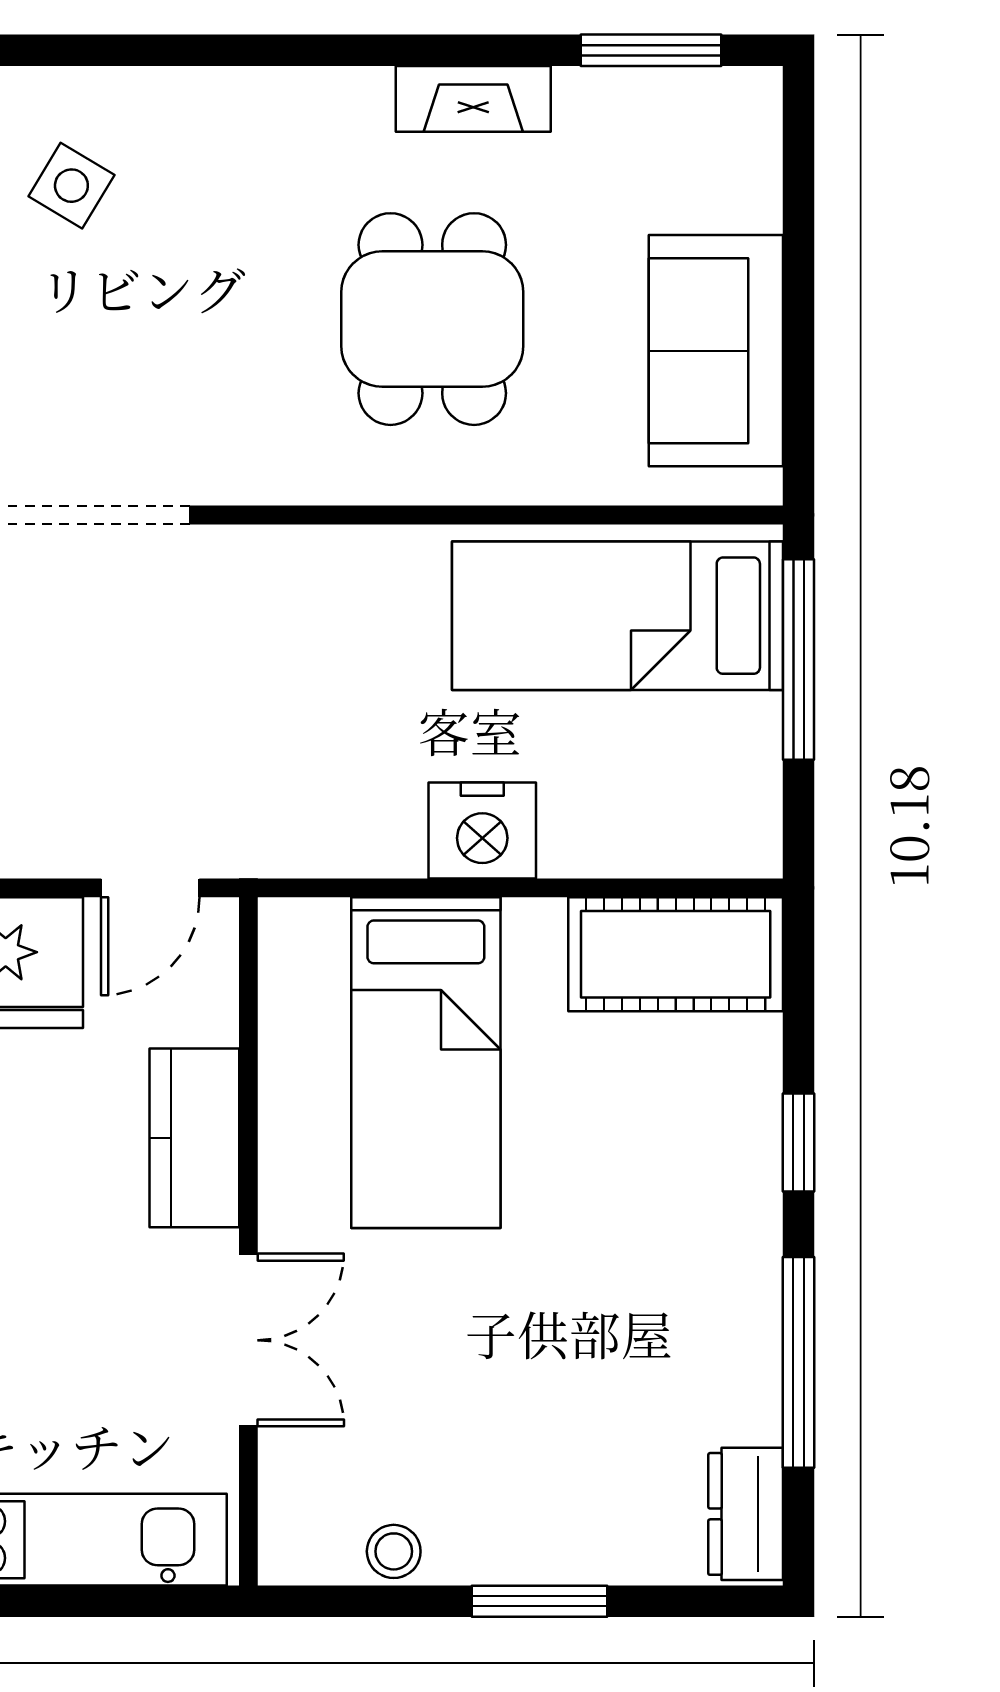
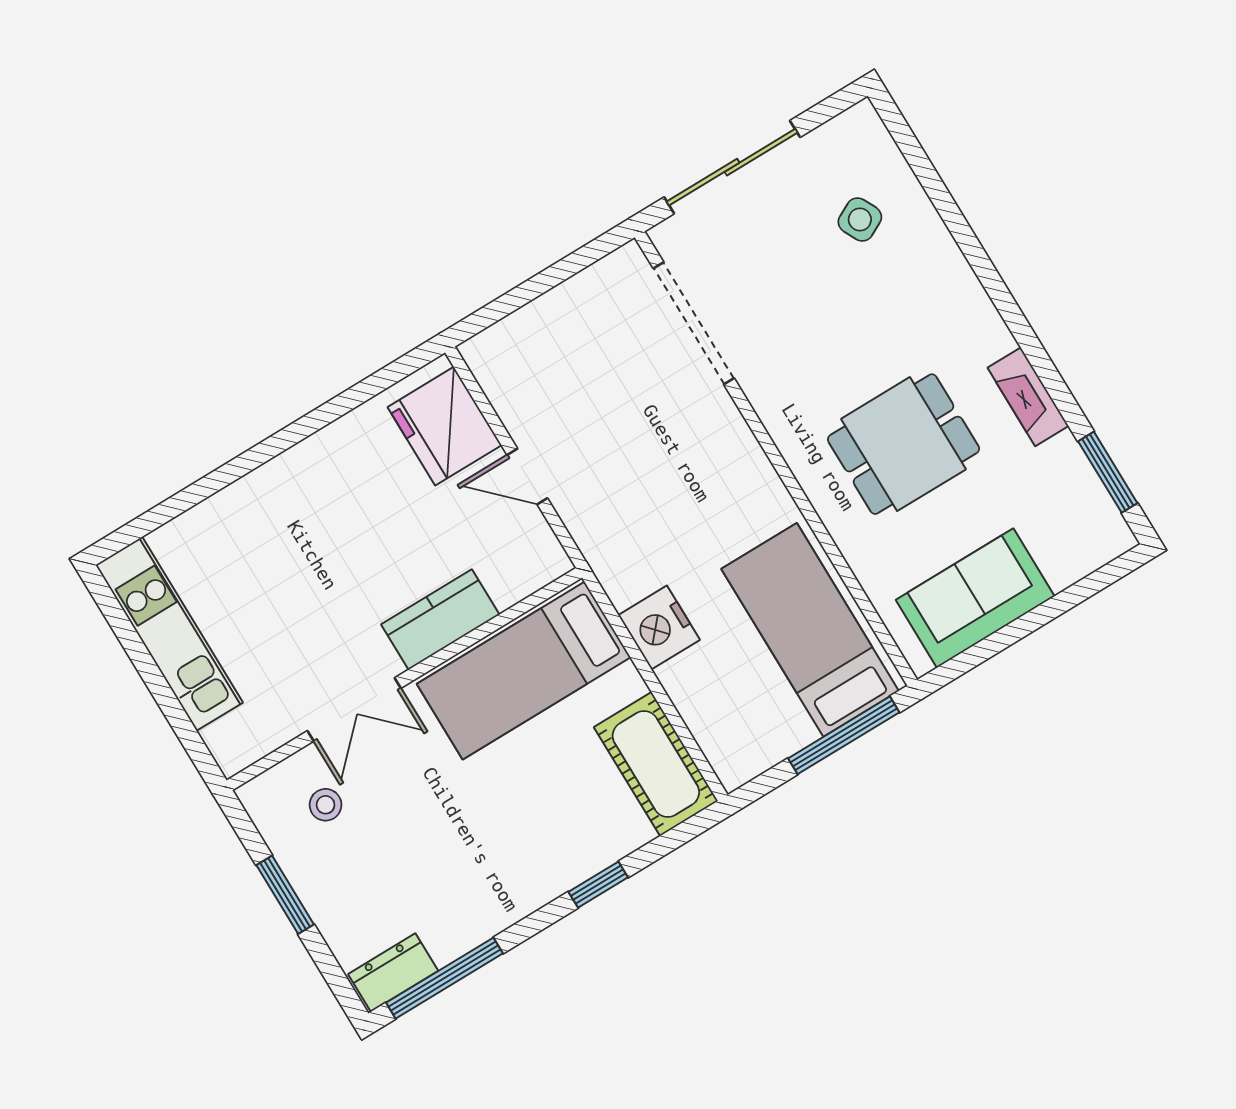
side table: (71, 186) -> (860, 219), turned 32
kitchen counter: (194, 1138) -> (440, 620), moved
wall: (248, 1241) -> (404, 679), moved
double door: (248, 1340) -> (354, 709), moved
window: (798, 1362) -> (445, 978), moved
stool: (394, 1551) -> (326, 805), moved

